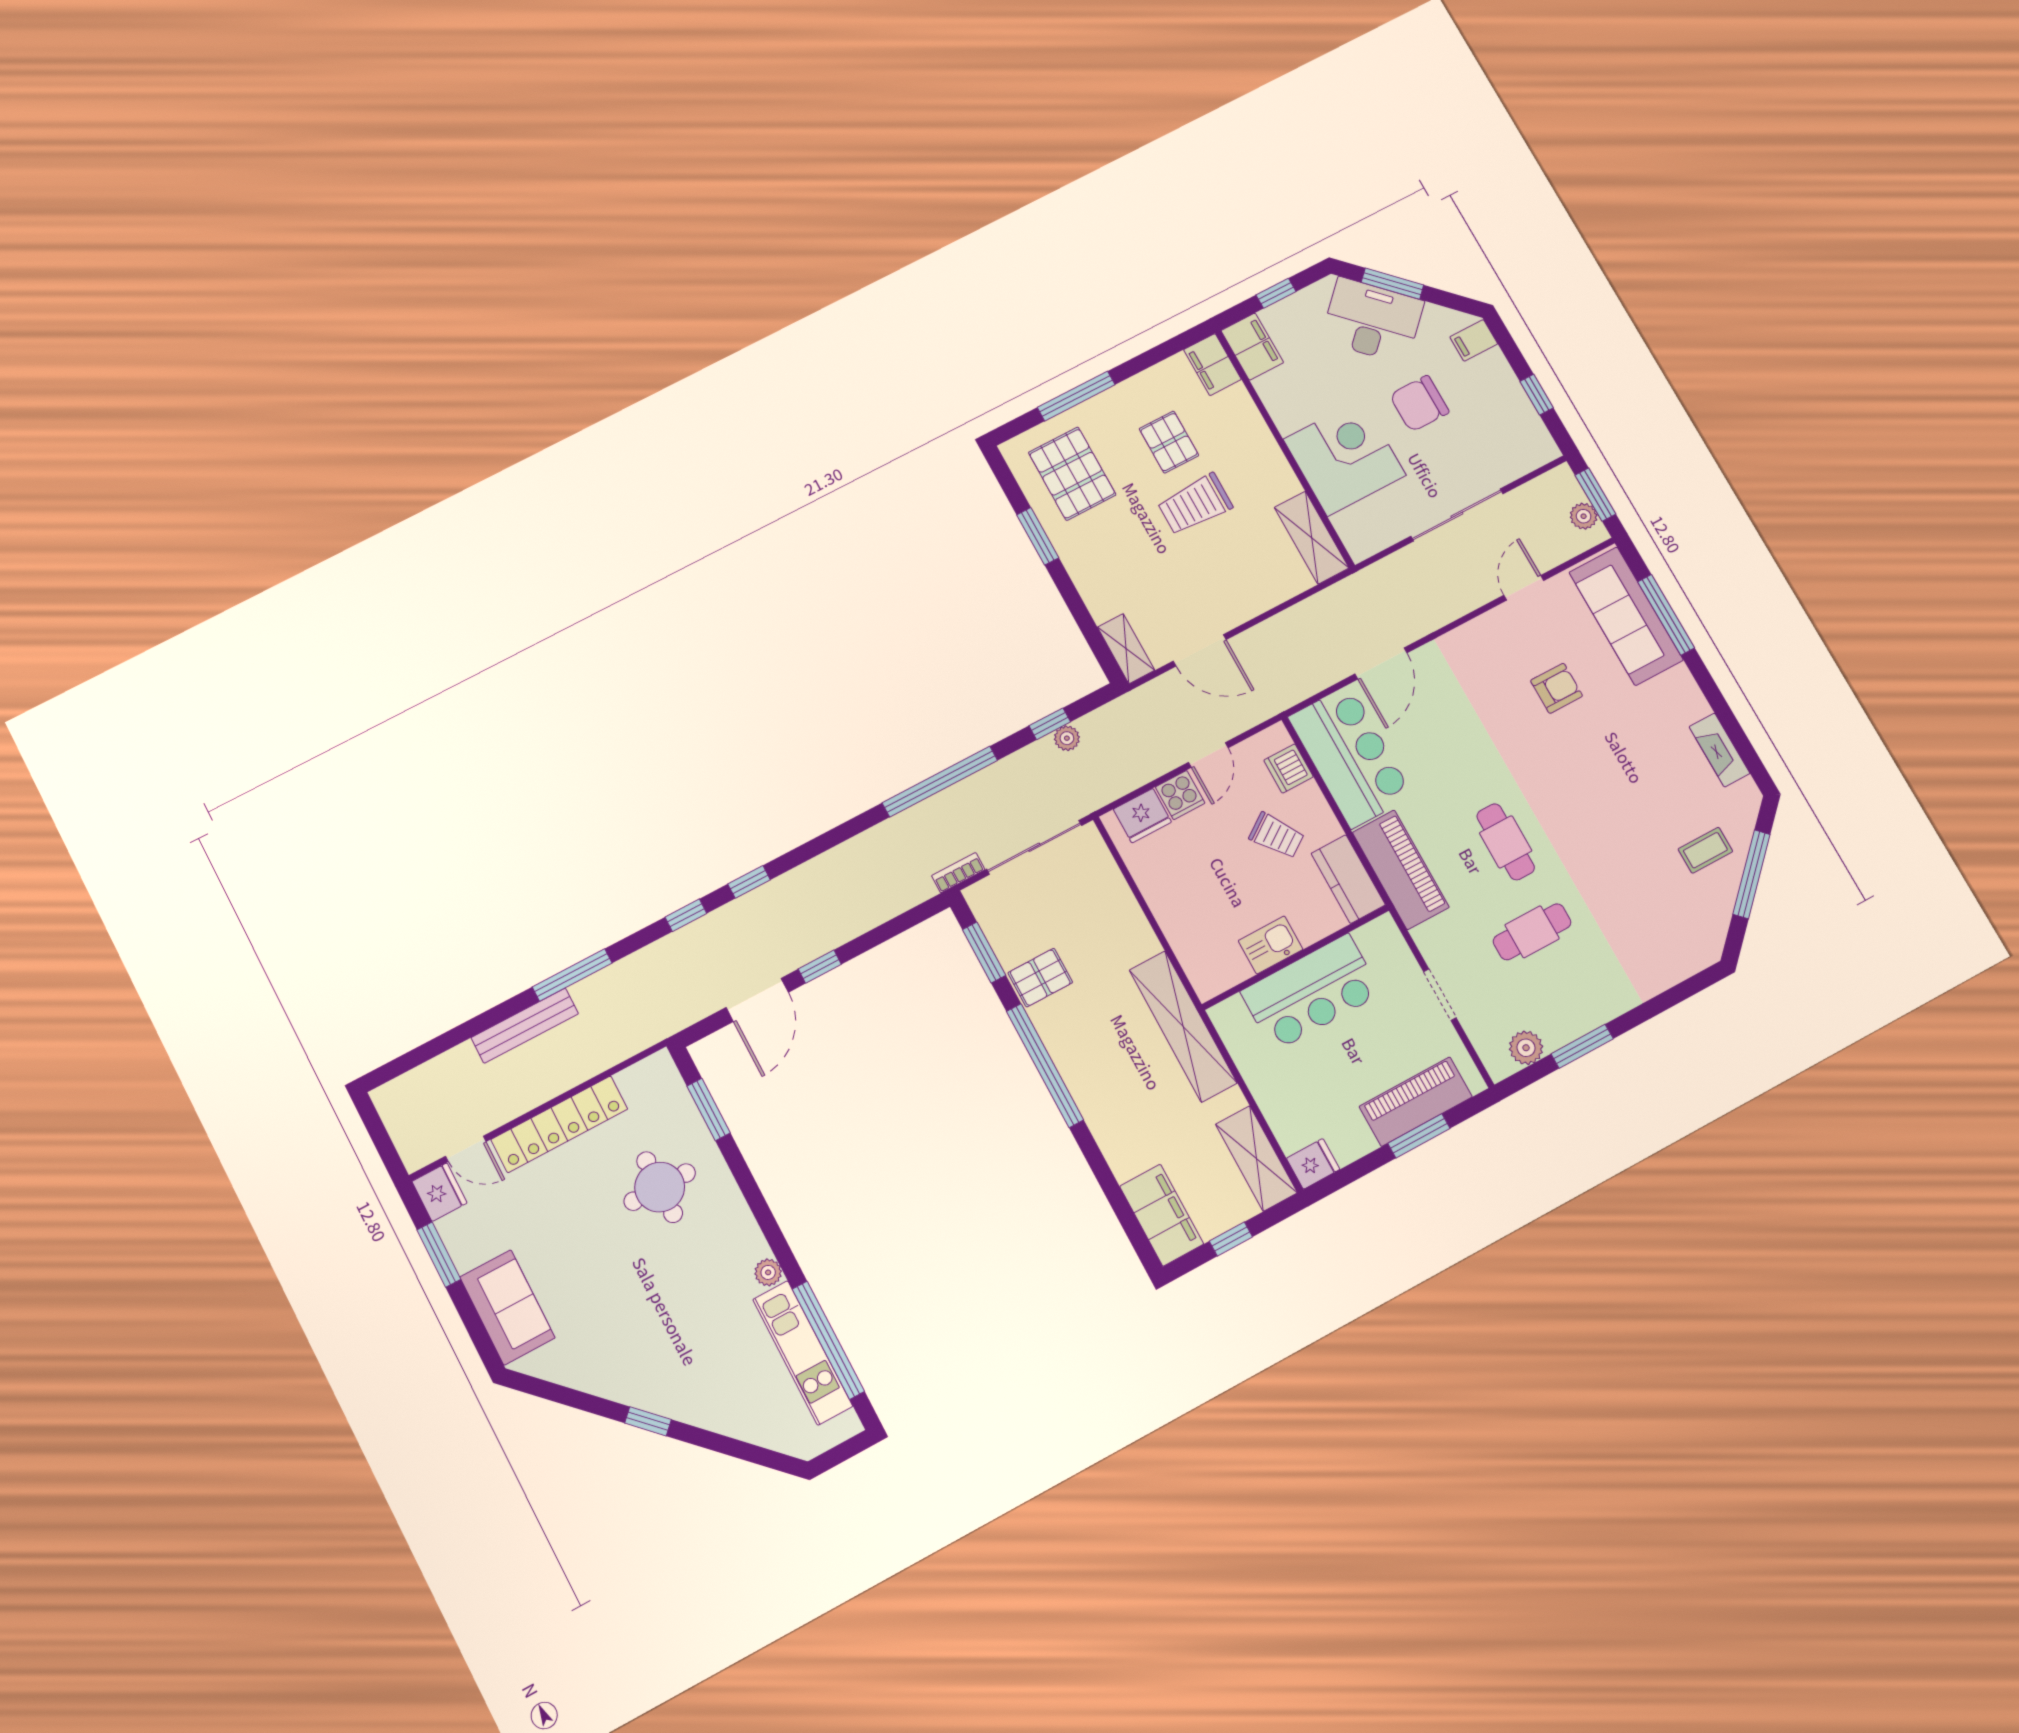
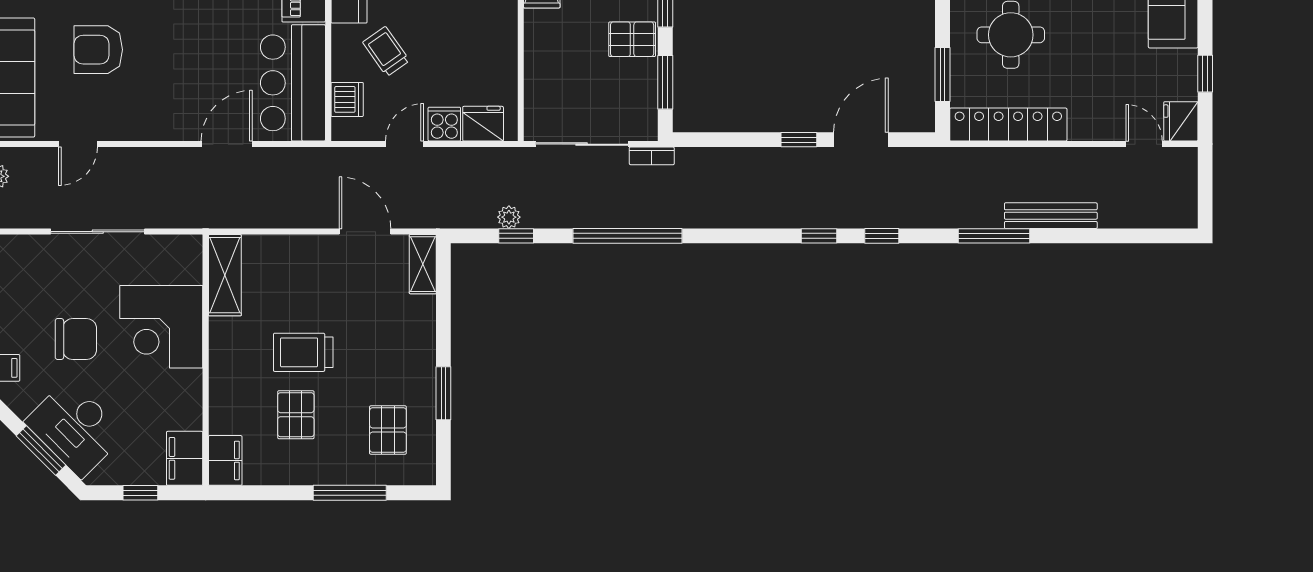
pallet: (1072, 474) -> (388, 430), width x0.67, depth x0.71
trolley: (1195, 504) -> (303, 352), turned 180
armchair: (1557, 688) -> (98, 50), width x1.38, depth x1.38
locker: (559, 1124) -> (1008, 125), moved
window: (439, 1255) -> (1205, 74), width x0.67

